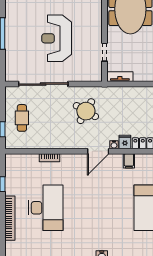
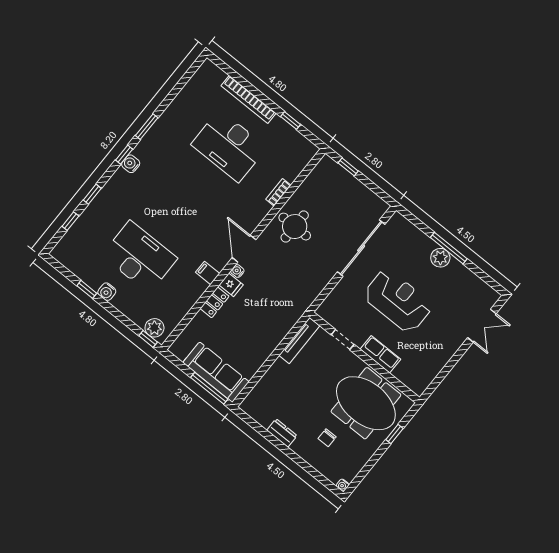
row of seats: (95, 24) -> (380, 354), added
plant: (12, 34) -> (440, 258), added
tv unit: (120, 77) -> (299, 340), width x1.41
round table: (86, 111) -> (295, 227), moved, turned -30
cafe table: (22, 118) -> (343, 197), removed

